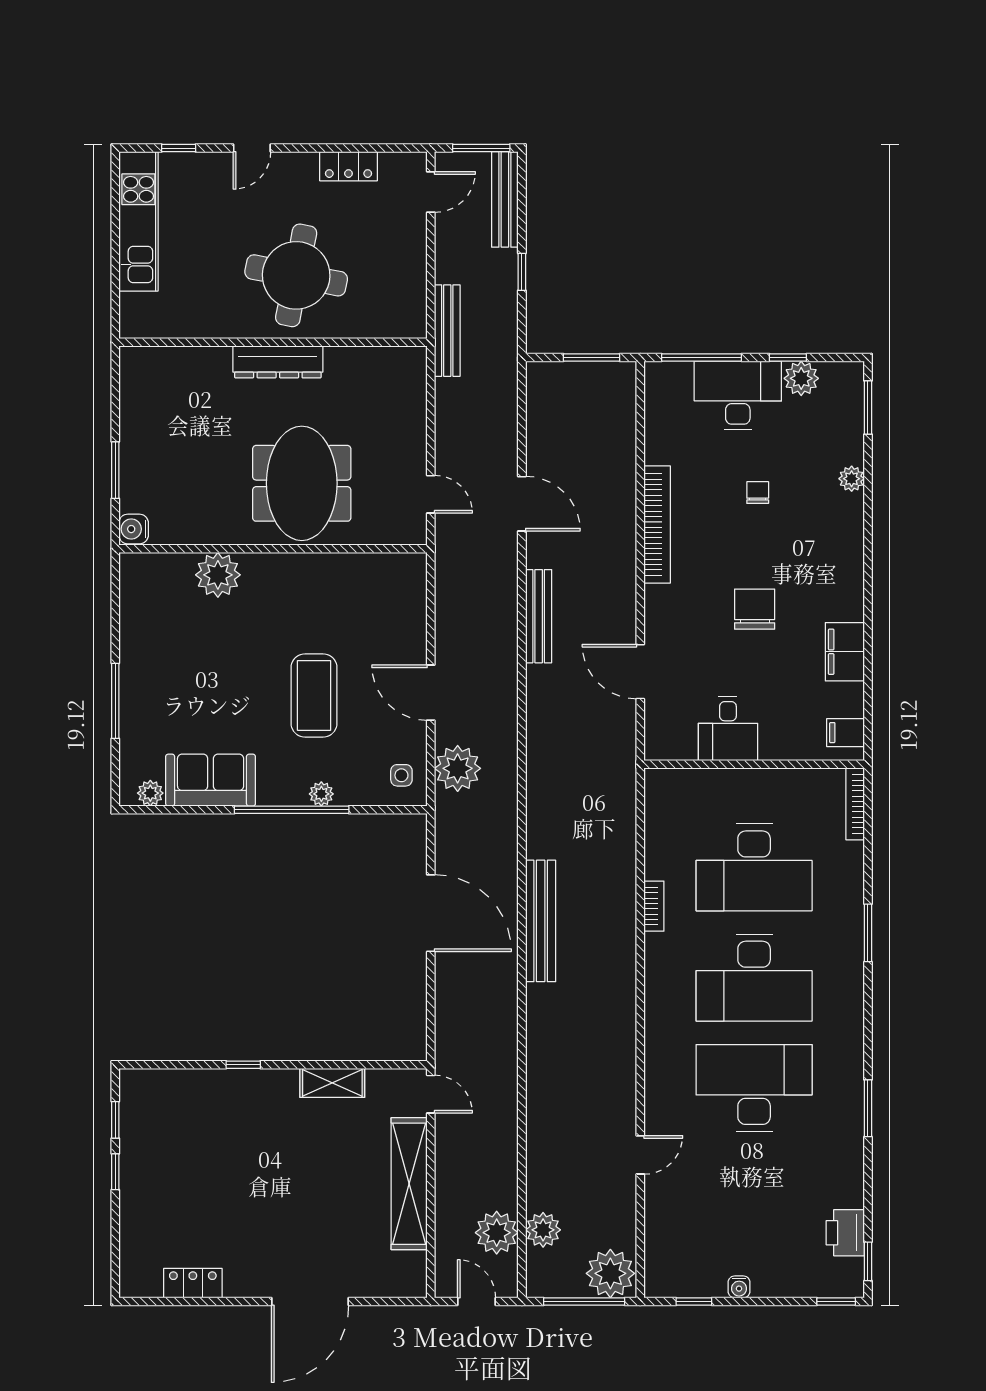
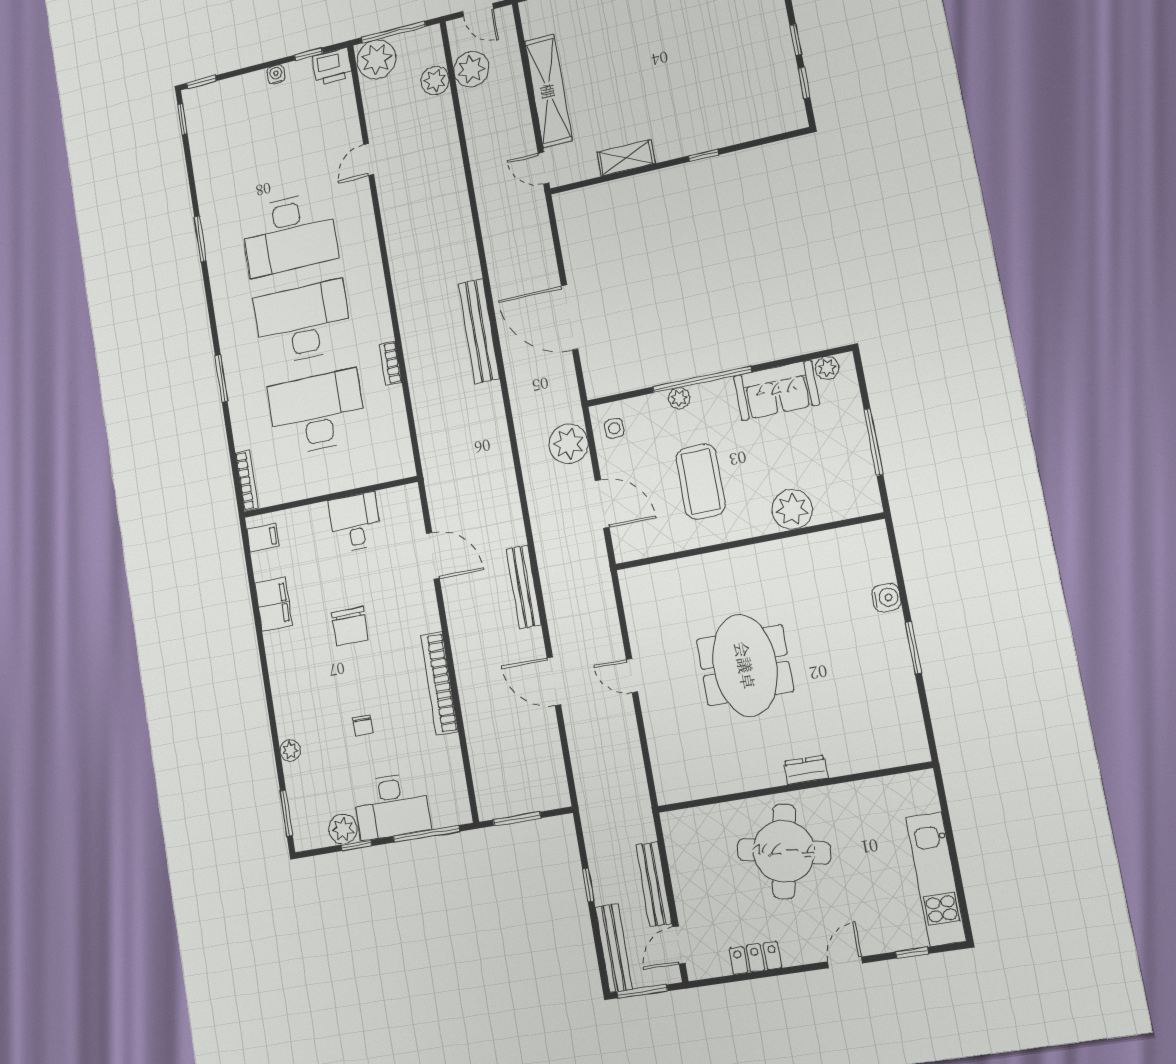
bench: (447, 331) -> (654, 884), moved
dresser: (278, 362) -> (806, 770), width x0.51, depth x0.80
wall: (273, 549) -> (748, 542), moved
plant: (218, 575) -> (792, 509), moved
printer: (845, 1233) -> (332, 67), moved, turned 90

